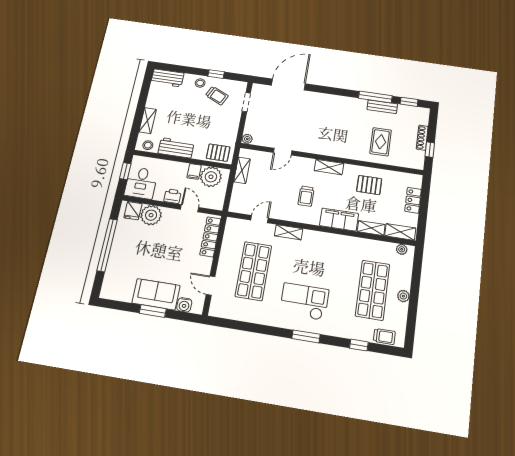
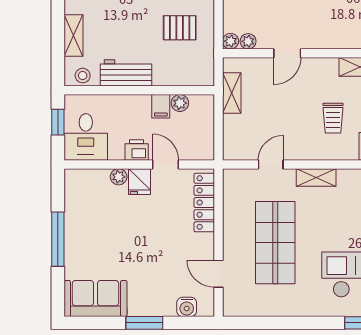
plant: (258, 141) -> (248, 41), added
pallet: (218, 153) -> (180, 28), moved
plant: (211, 177) -> (180, 103), width x0.53, depth x0.53
fridge: (133, 211) -> (139, 182), moved
plant: (151, 215) -> (119, 177), width x0.53, depth x0.53
window: (107, 245) -> (58, 239), width x0.68
sofa: (156, 294) -> (95, 299), moved

